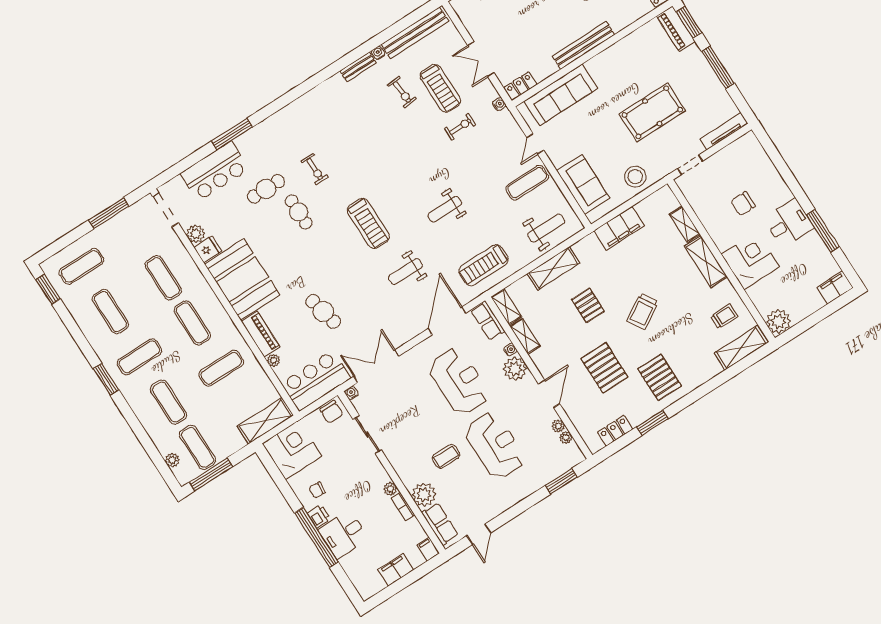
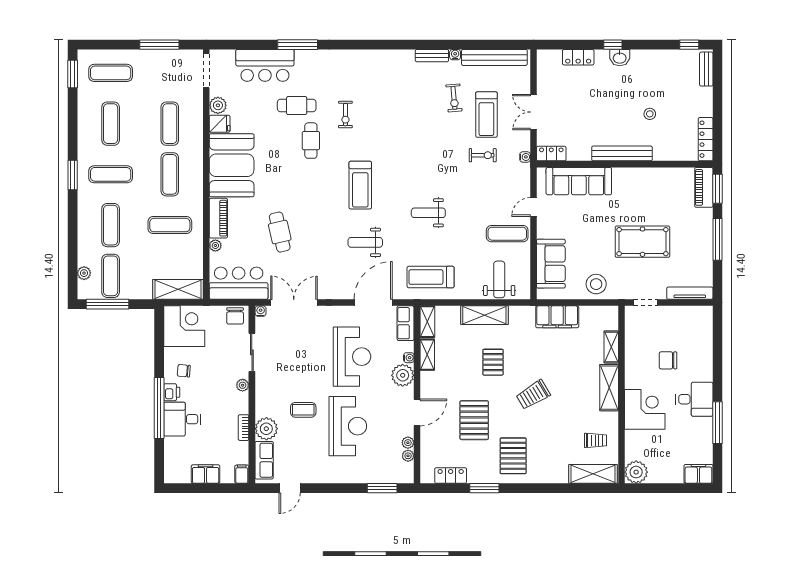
weight bench: (546, 228) -> (499, 279), turned -90
plant: (390, 489) -> (243, 385), moved

